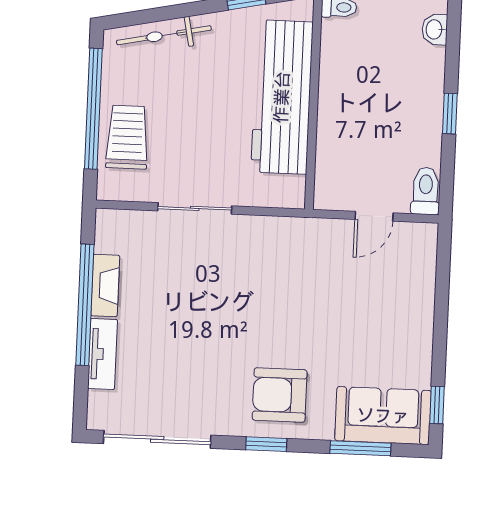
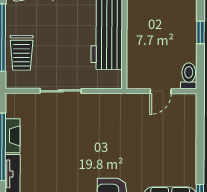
trolley: (127, 137) -> (22, 53), turned 180

